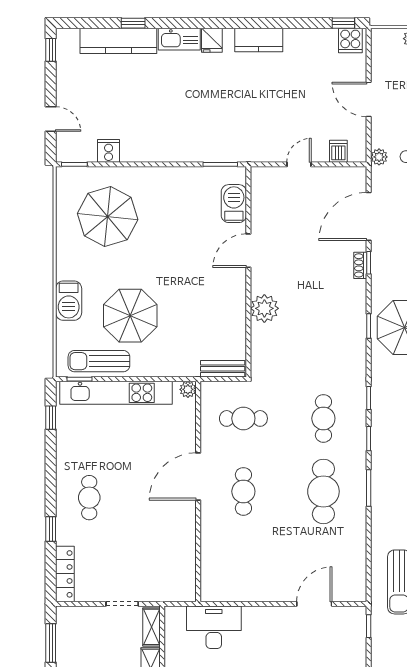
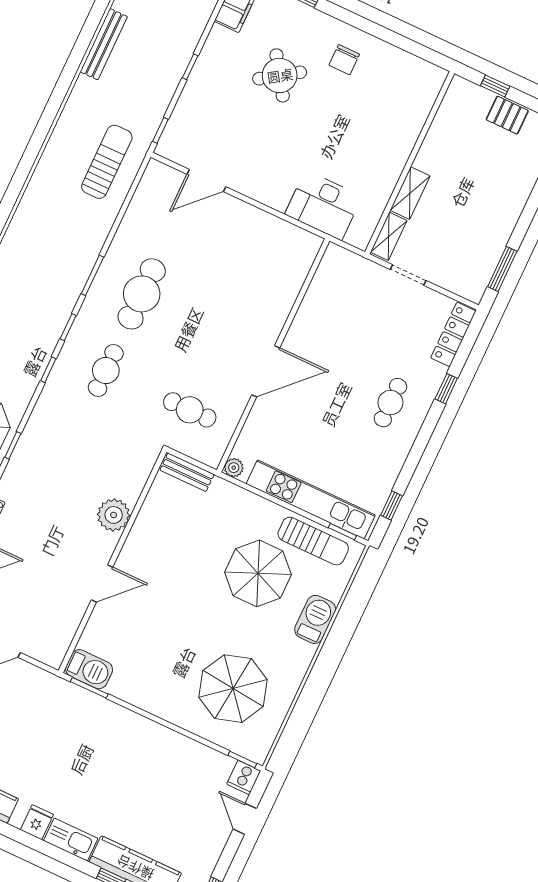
cooker: (109, 151) -> (244, 777), moved
barbecue: (234, 204) -> (89, 669), moved, turned -90
cafe table: (243, 491) -> (226, 333), removed

